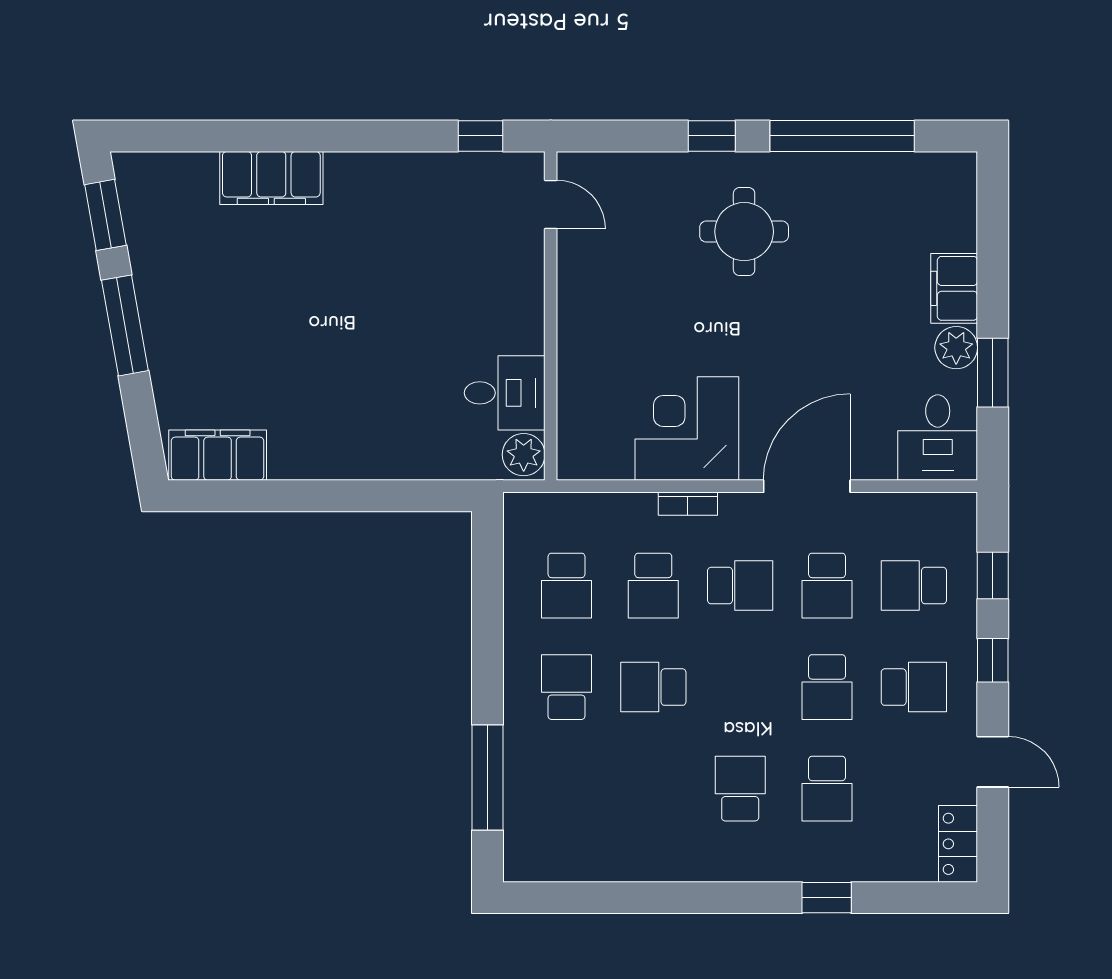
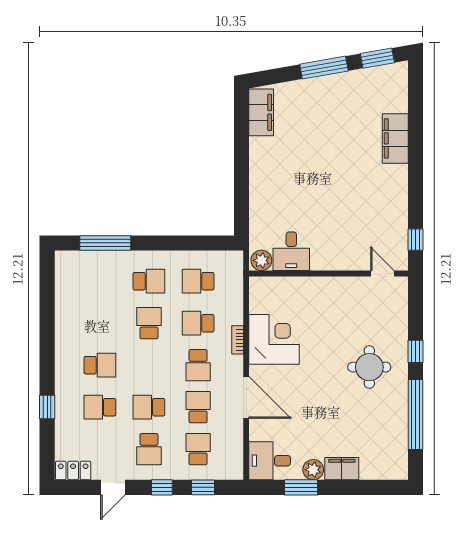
door: (551, 205) -> (382, 274), swing flipped
school desk: (827, 586) -> (198, 407), turned 90

